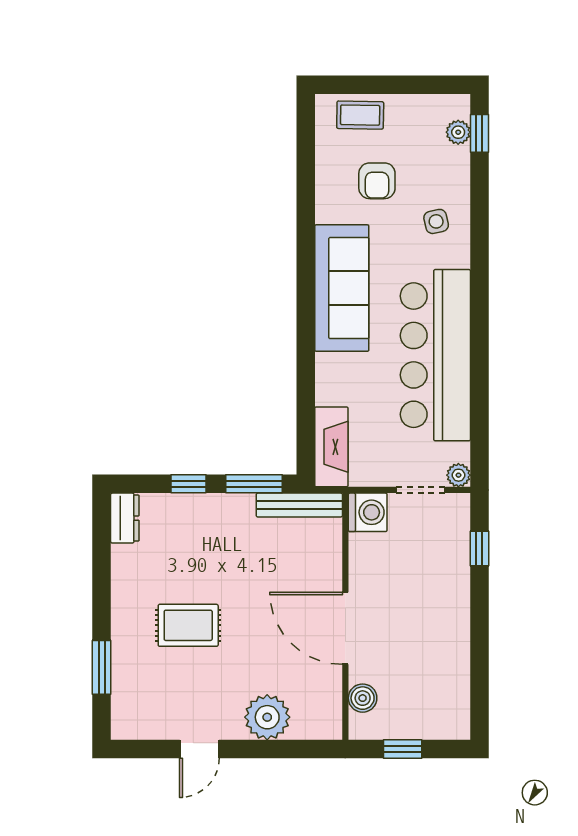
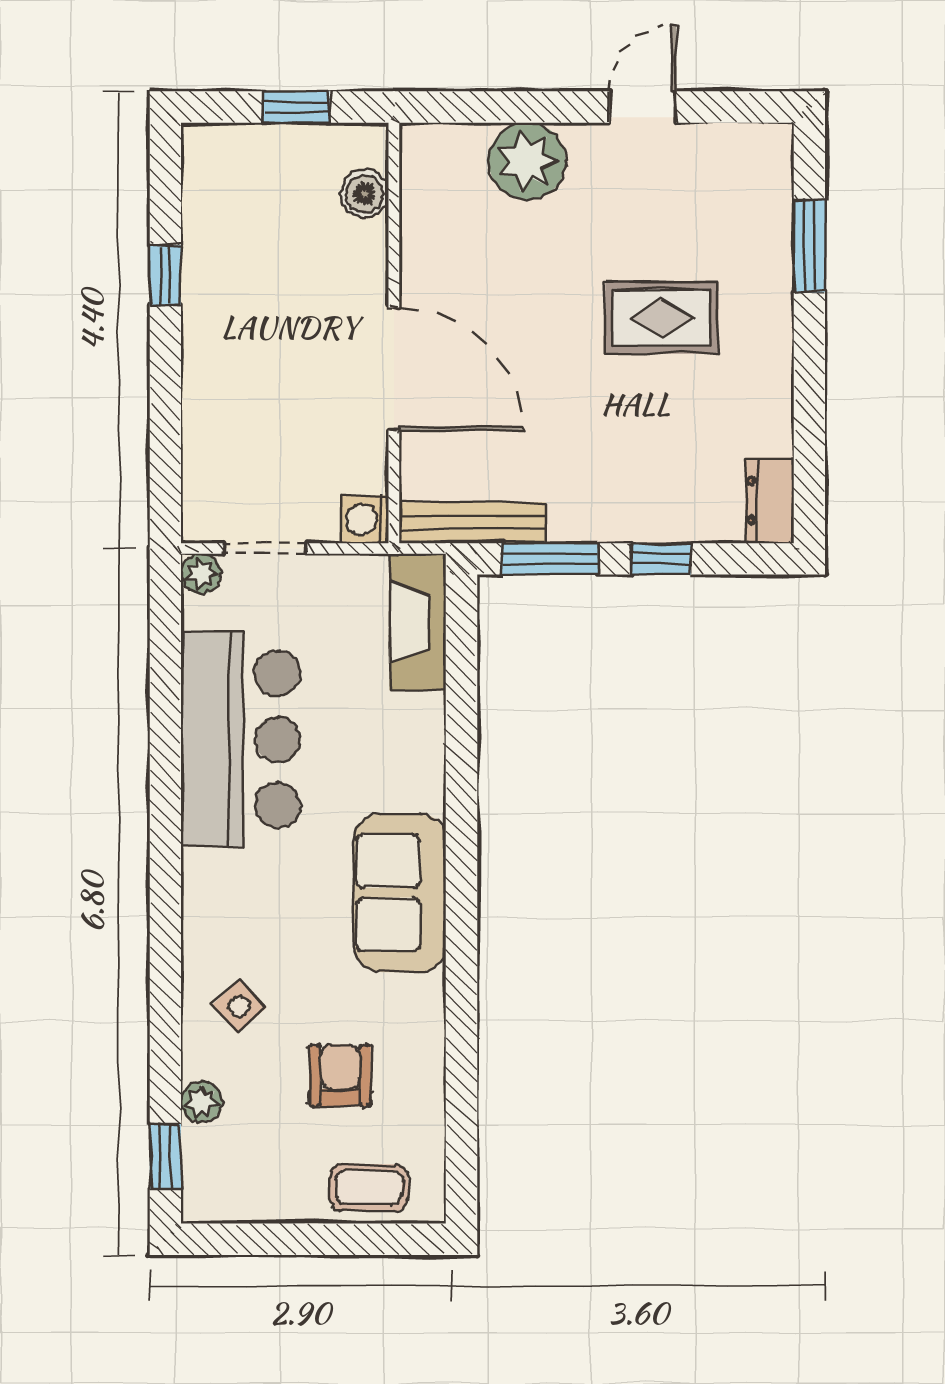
plant: (458, 132) -> (202, 1102), moved
side table: (436, 221) -> (239, 1006), turned -30
sofa: (342, 288) -> (400, 893), width x0.73
bar counter: (435, 355) -> (241, 739), width x0.73
washing machine: (368, 512) -> (365, 519), width x0.73, depth x0.73
window: (479, 549) -> (165, 275), moved
door: (345, 628) -> (394, 369), moved

